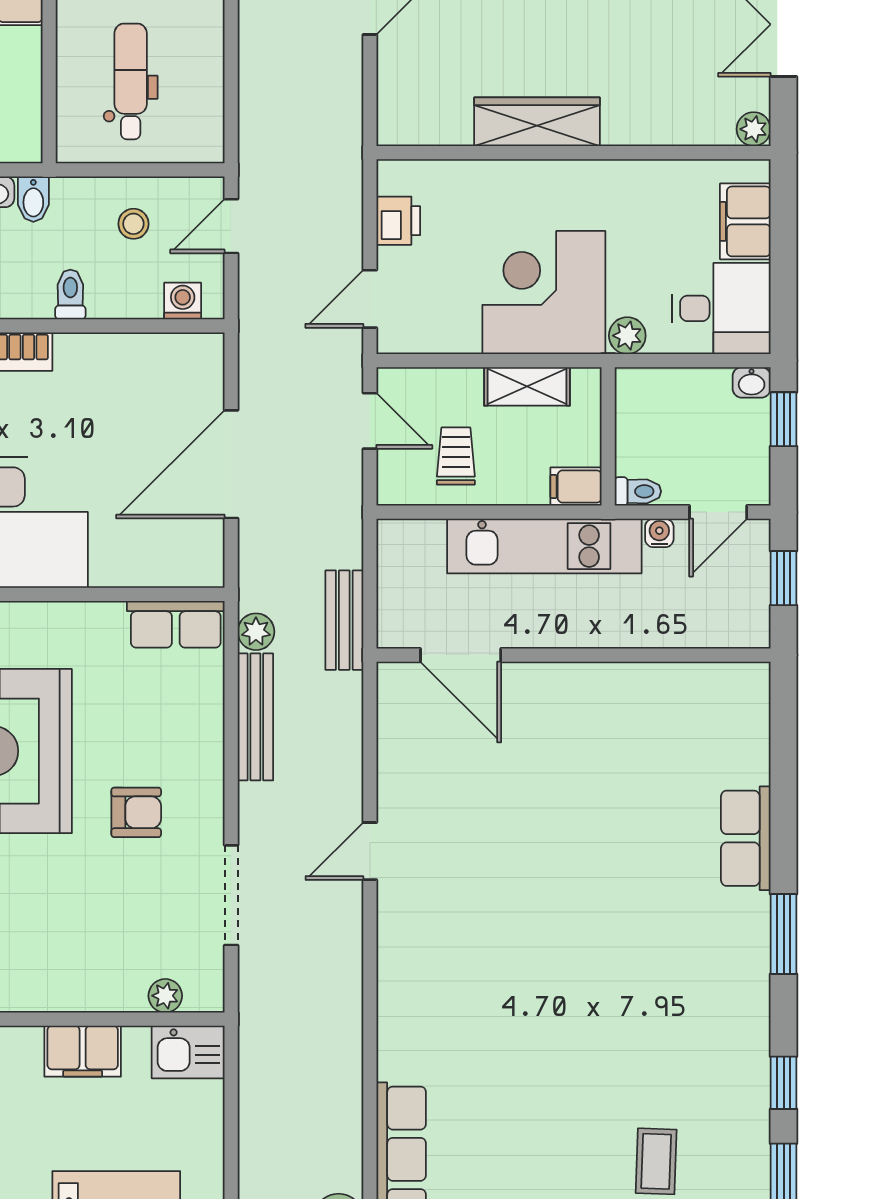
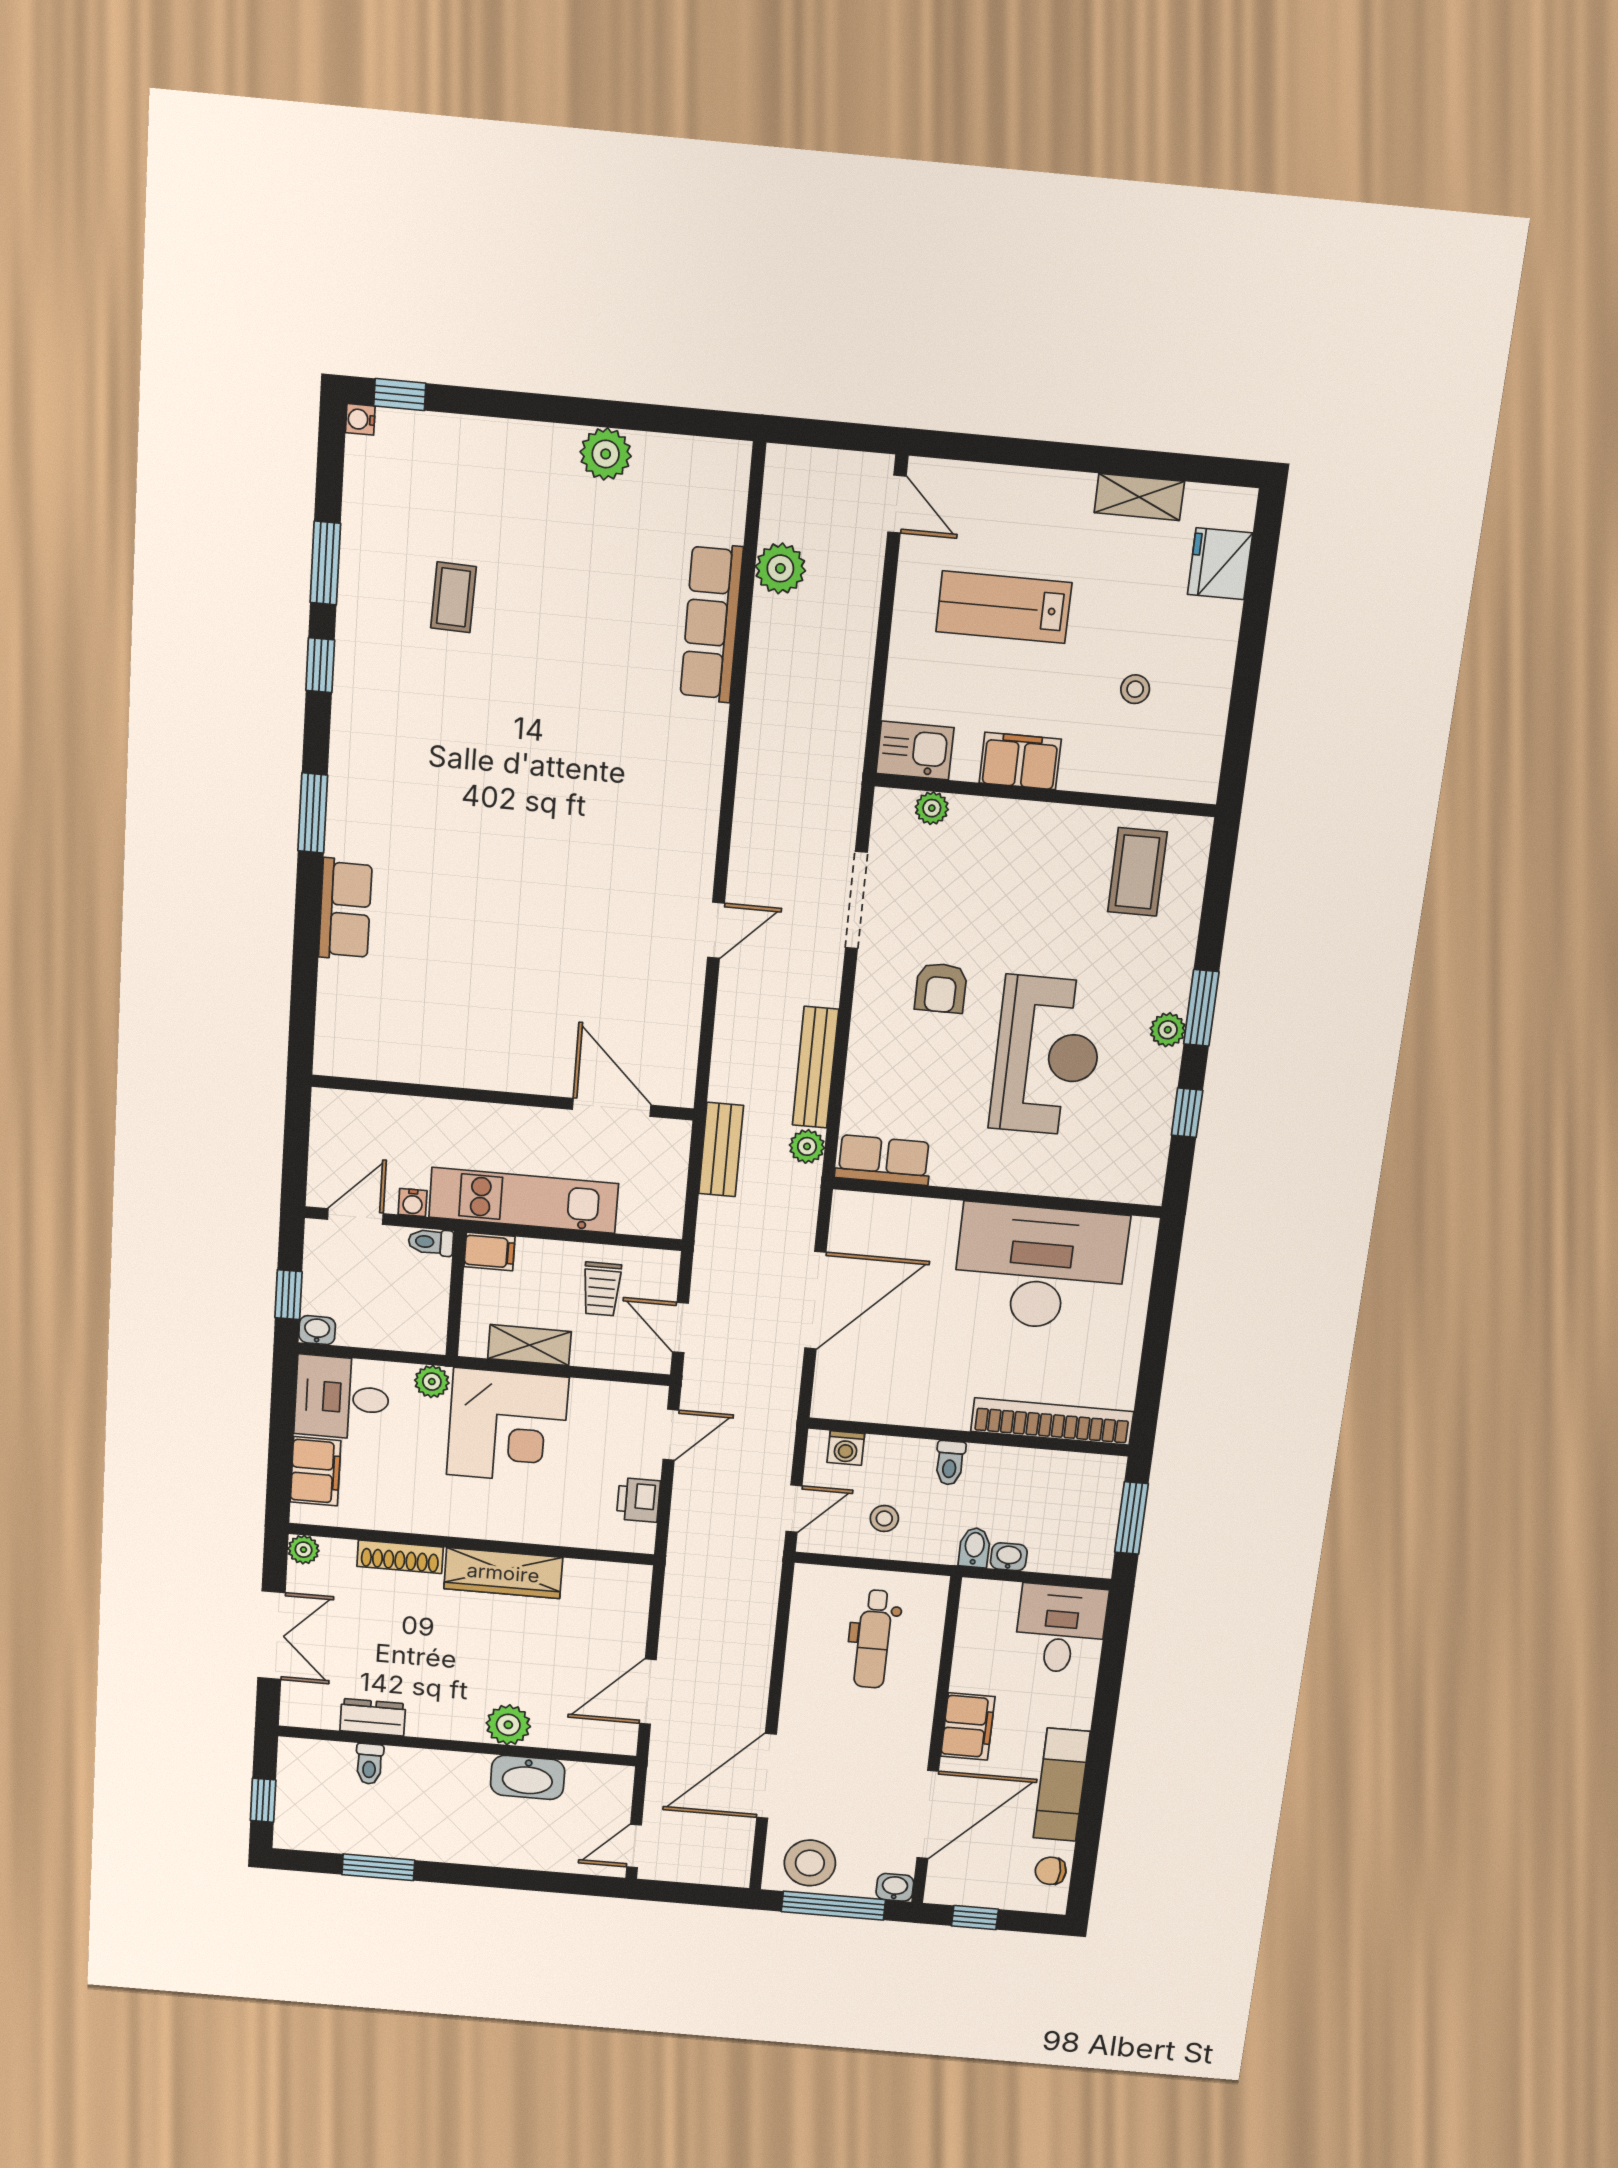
shoe rack: (649, 130) -> (400, 1557), added
window: (784, 578) -> (296, 1151), removed
armchair: (136, 812) -> (941, 988), turned -90

